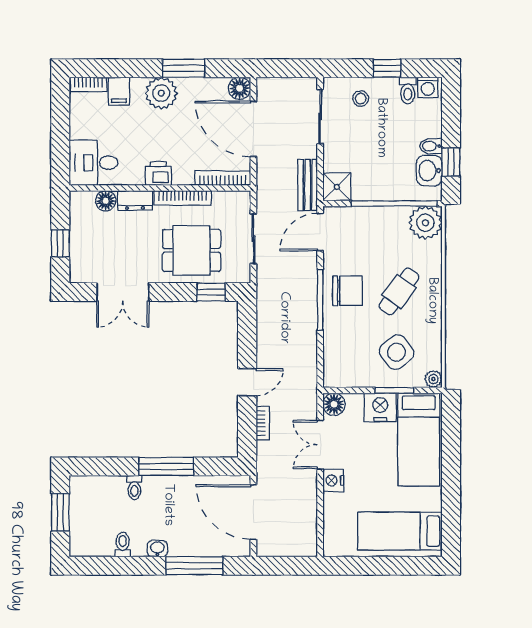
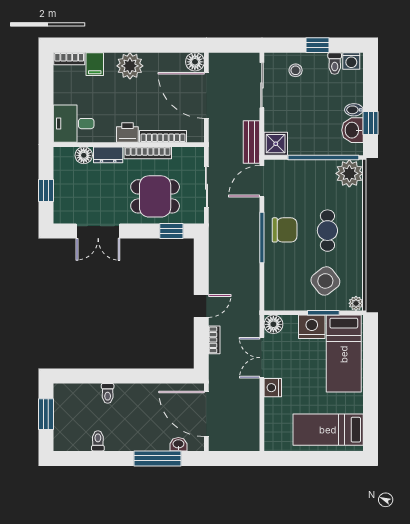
window: (184, 68) -> (148, 45), removed
bookcase: (223, 178) -> (163, 136), moved
cafe table: (399, 291) -> (327, 231), turned -36
window: (166, 466) -> (134, 376), removed
washbasin: (157, 549) -> (178, 444), moved

